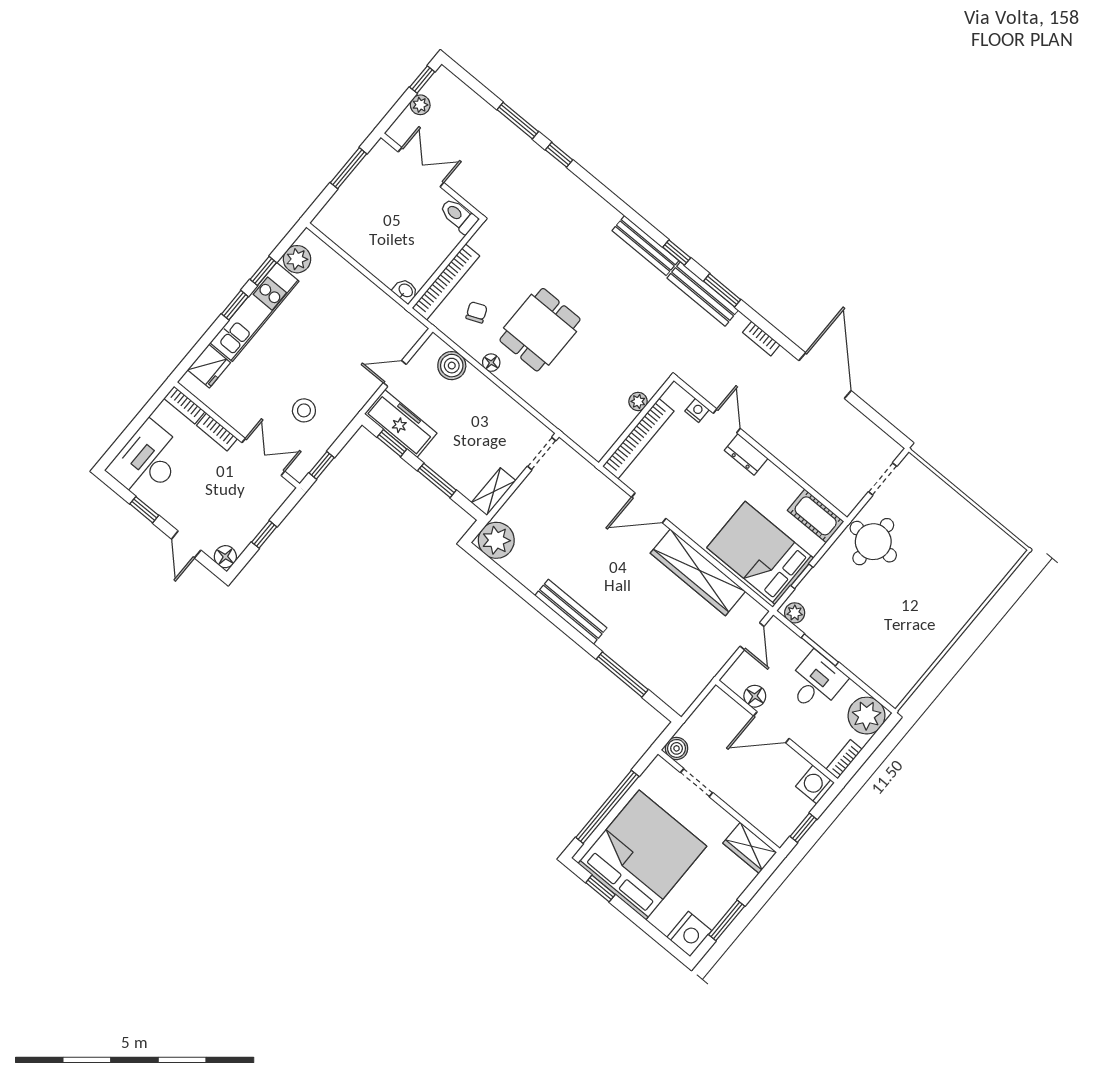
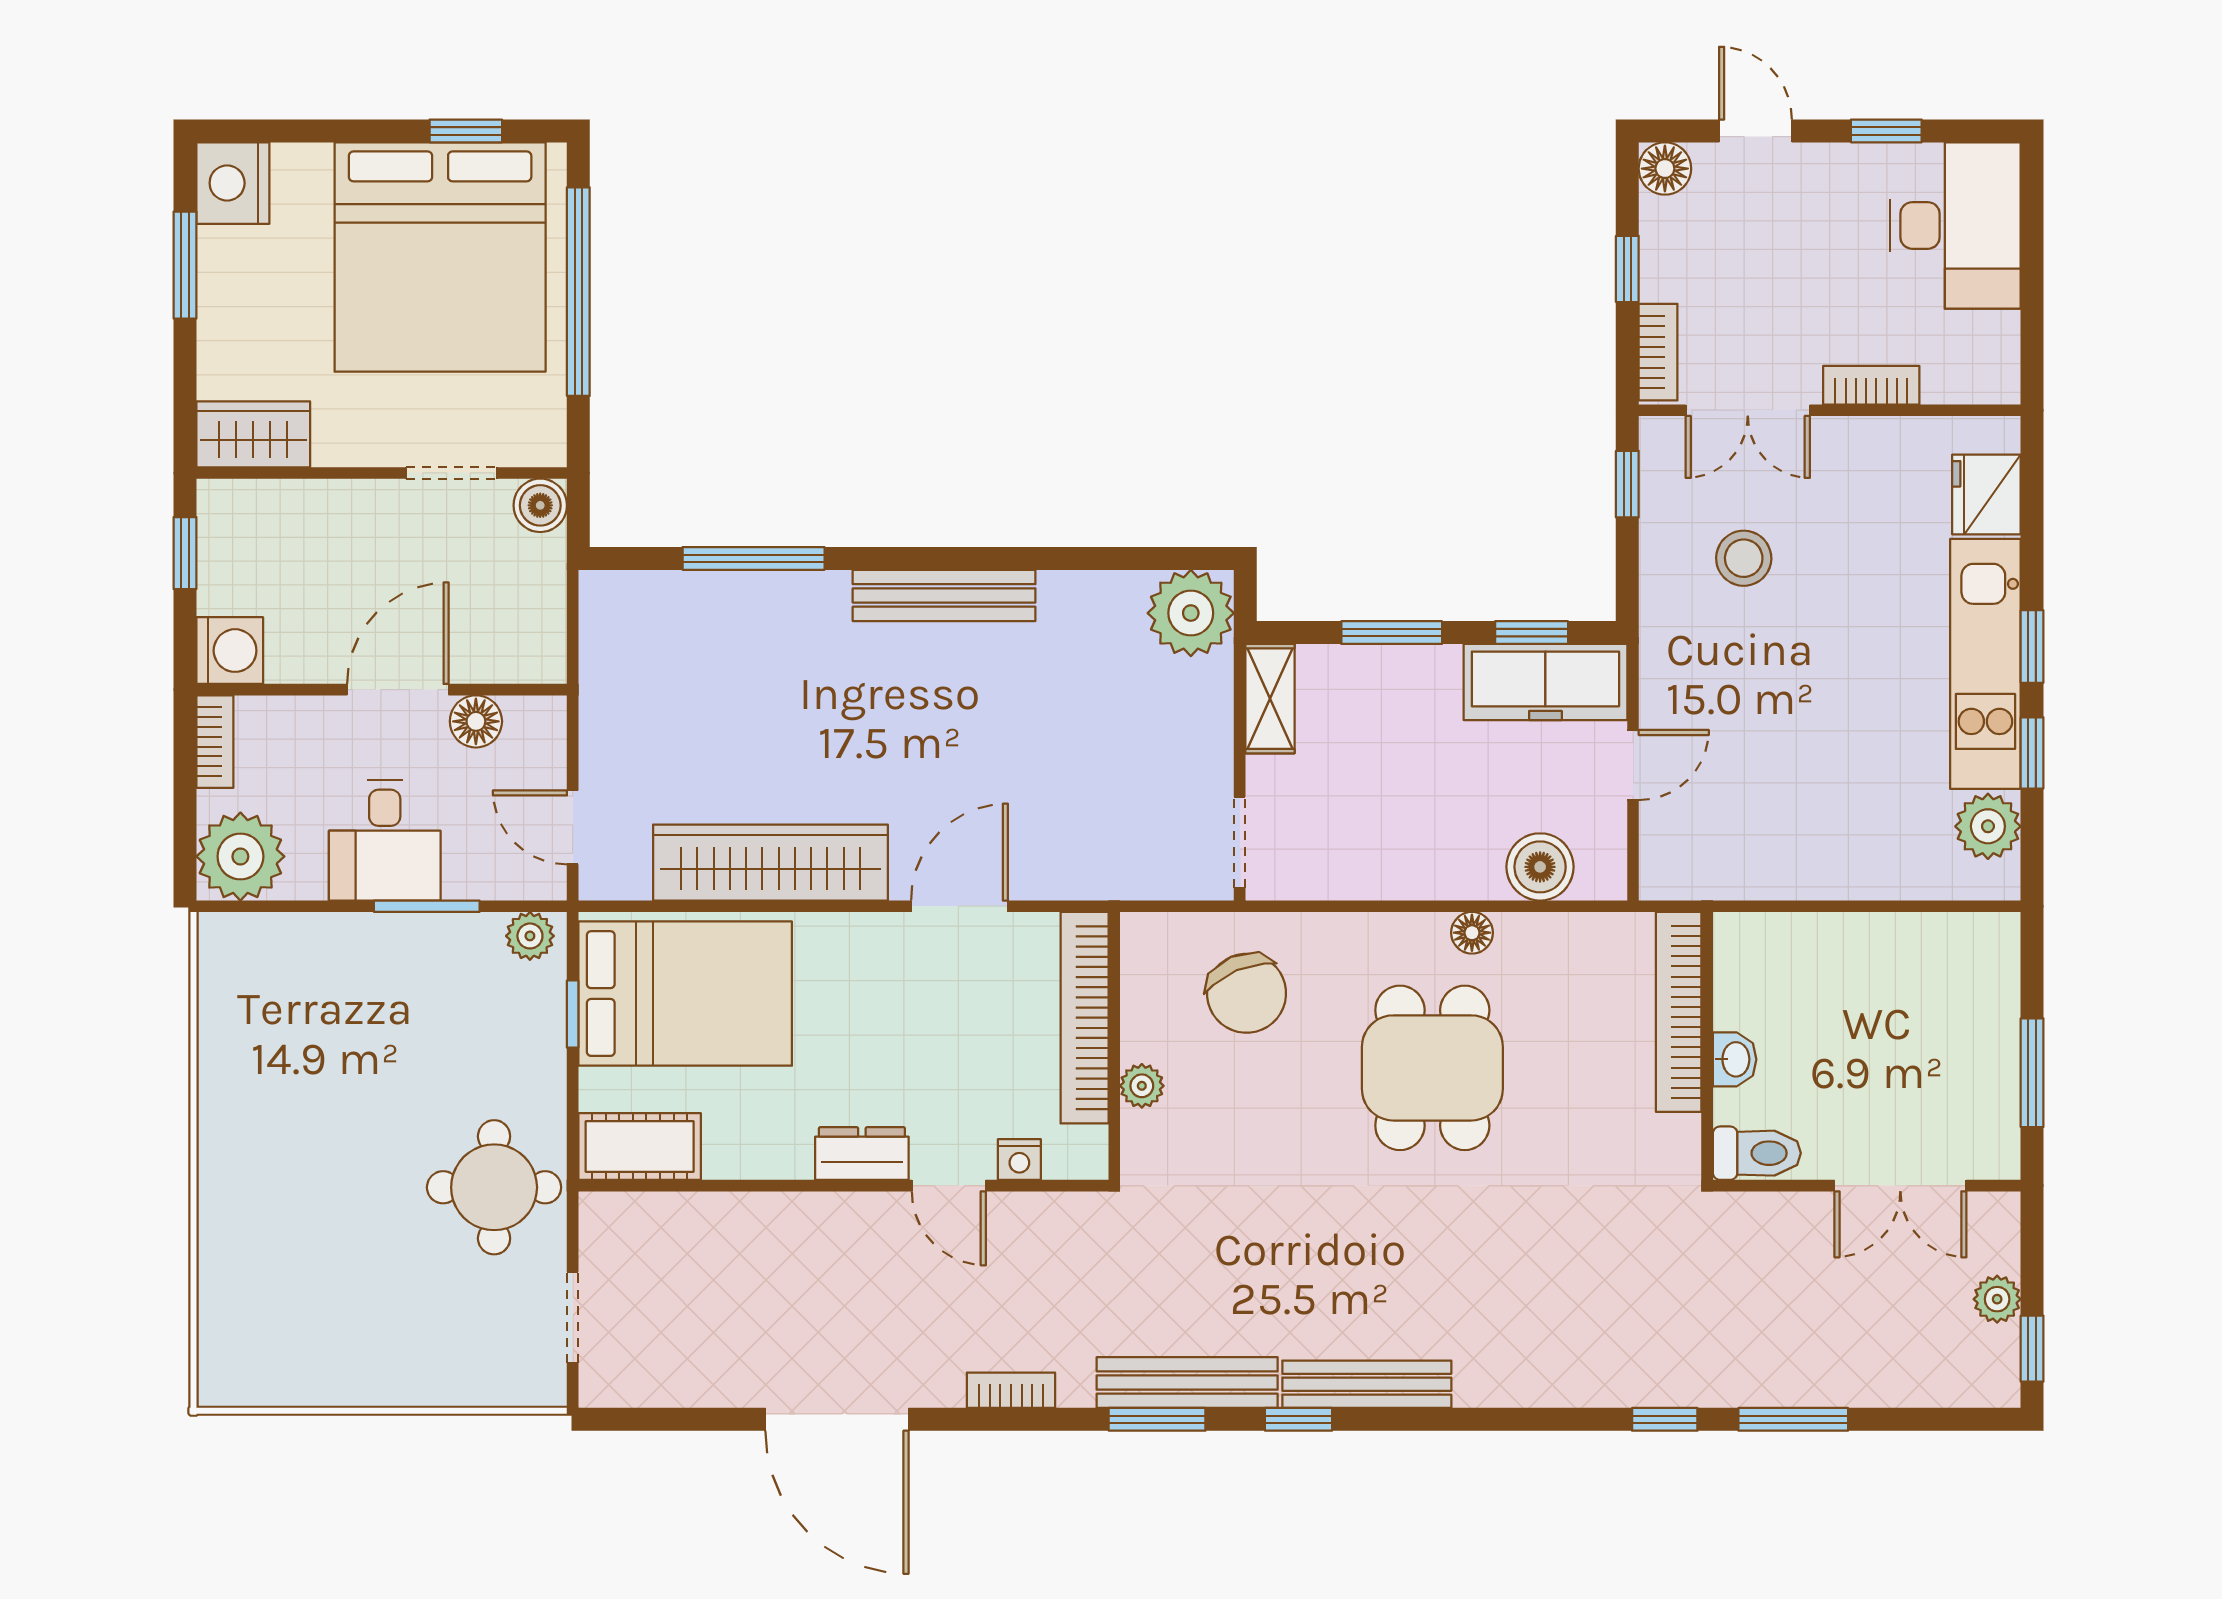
washbasin: (405, 291) -> (1735, 1059), moved, turned -90
chair: (477, 312) -> (1247, 993), moved, width x1.87, depth x1.87
bookcase: (184, 405) -> (1658, 352), moved, turned 90

